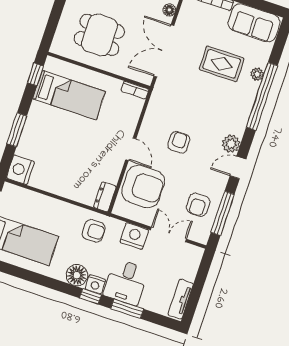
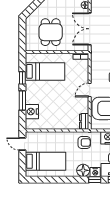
dining table: (99, 35) -> (51, 32), turned 90
window: (35, 74) -> (22, 78), moved
door: (131, 149) -> (90, 90), swing flipped
nightstand: (20, 170) -> (32, 112), moved

